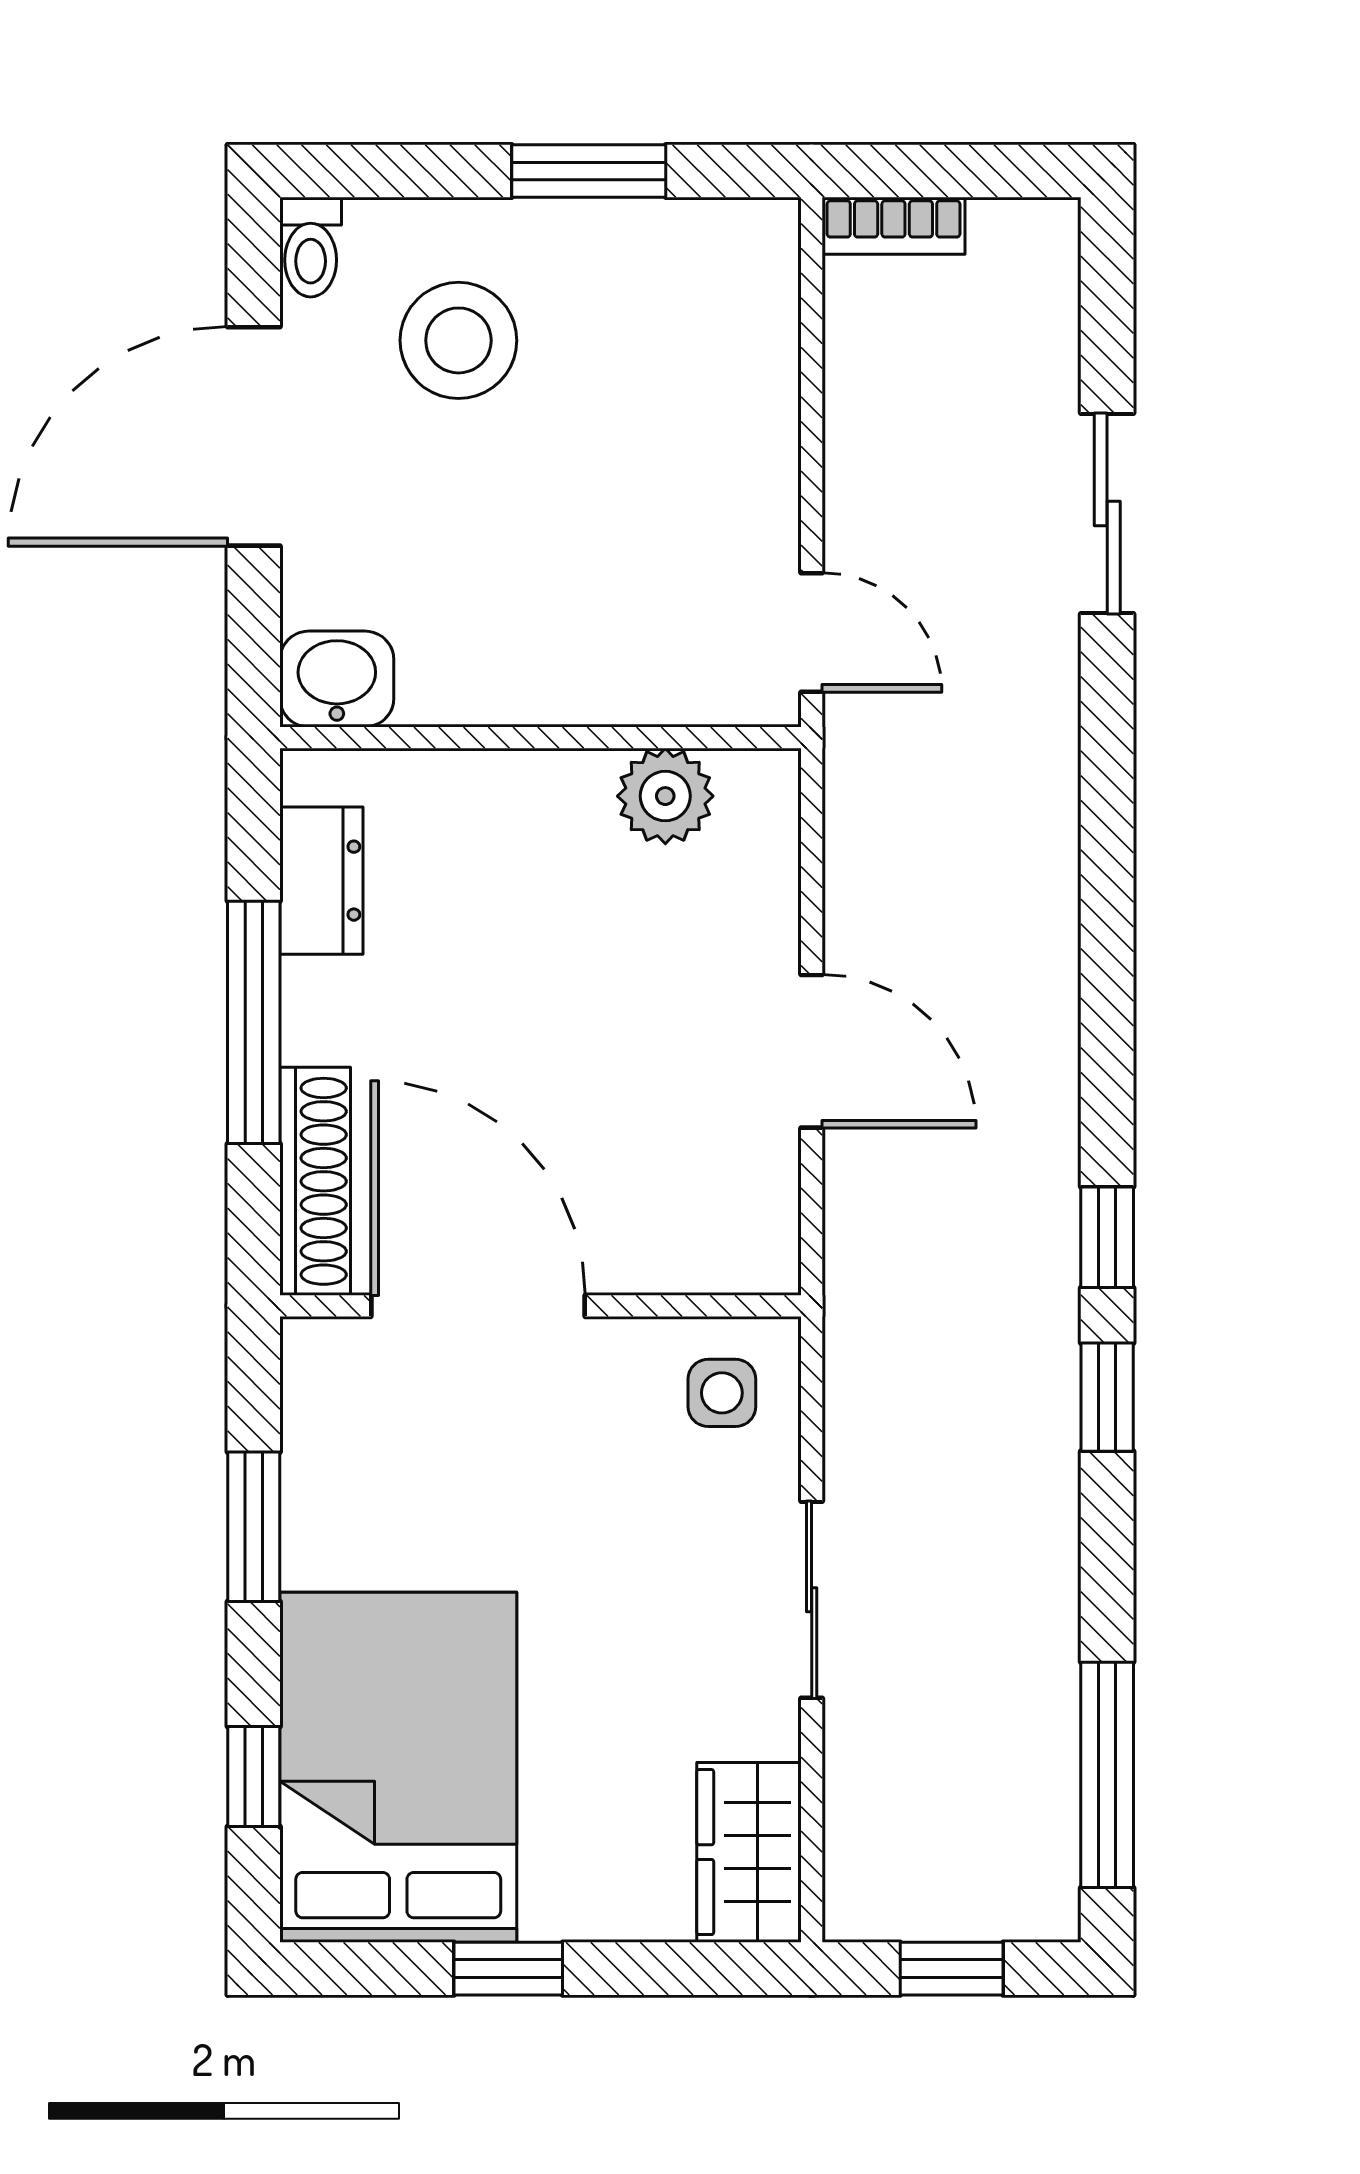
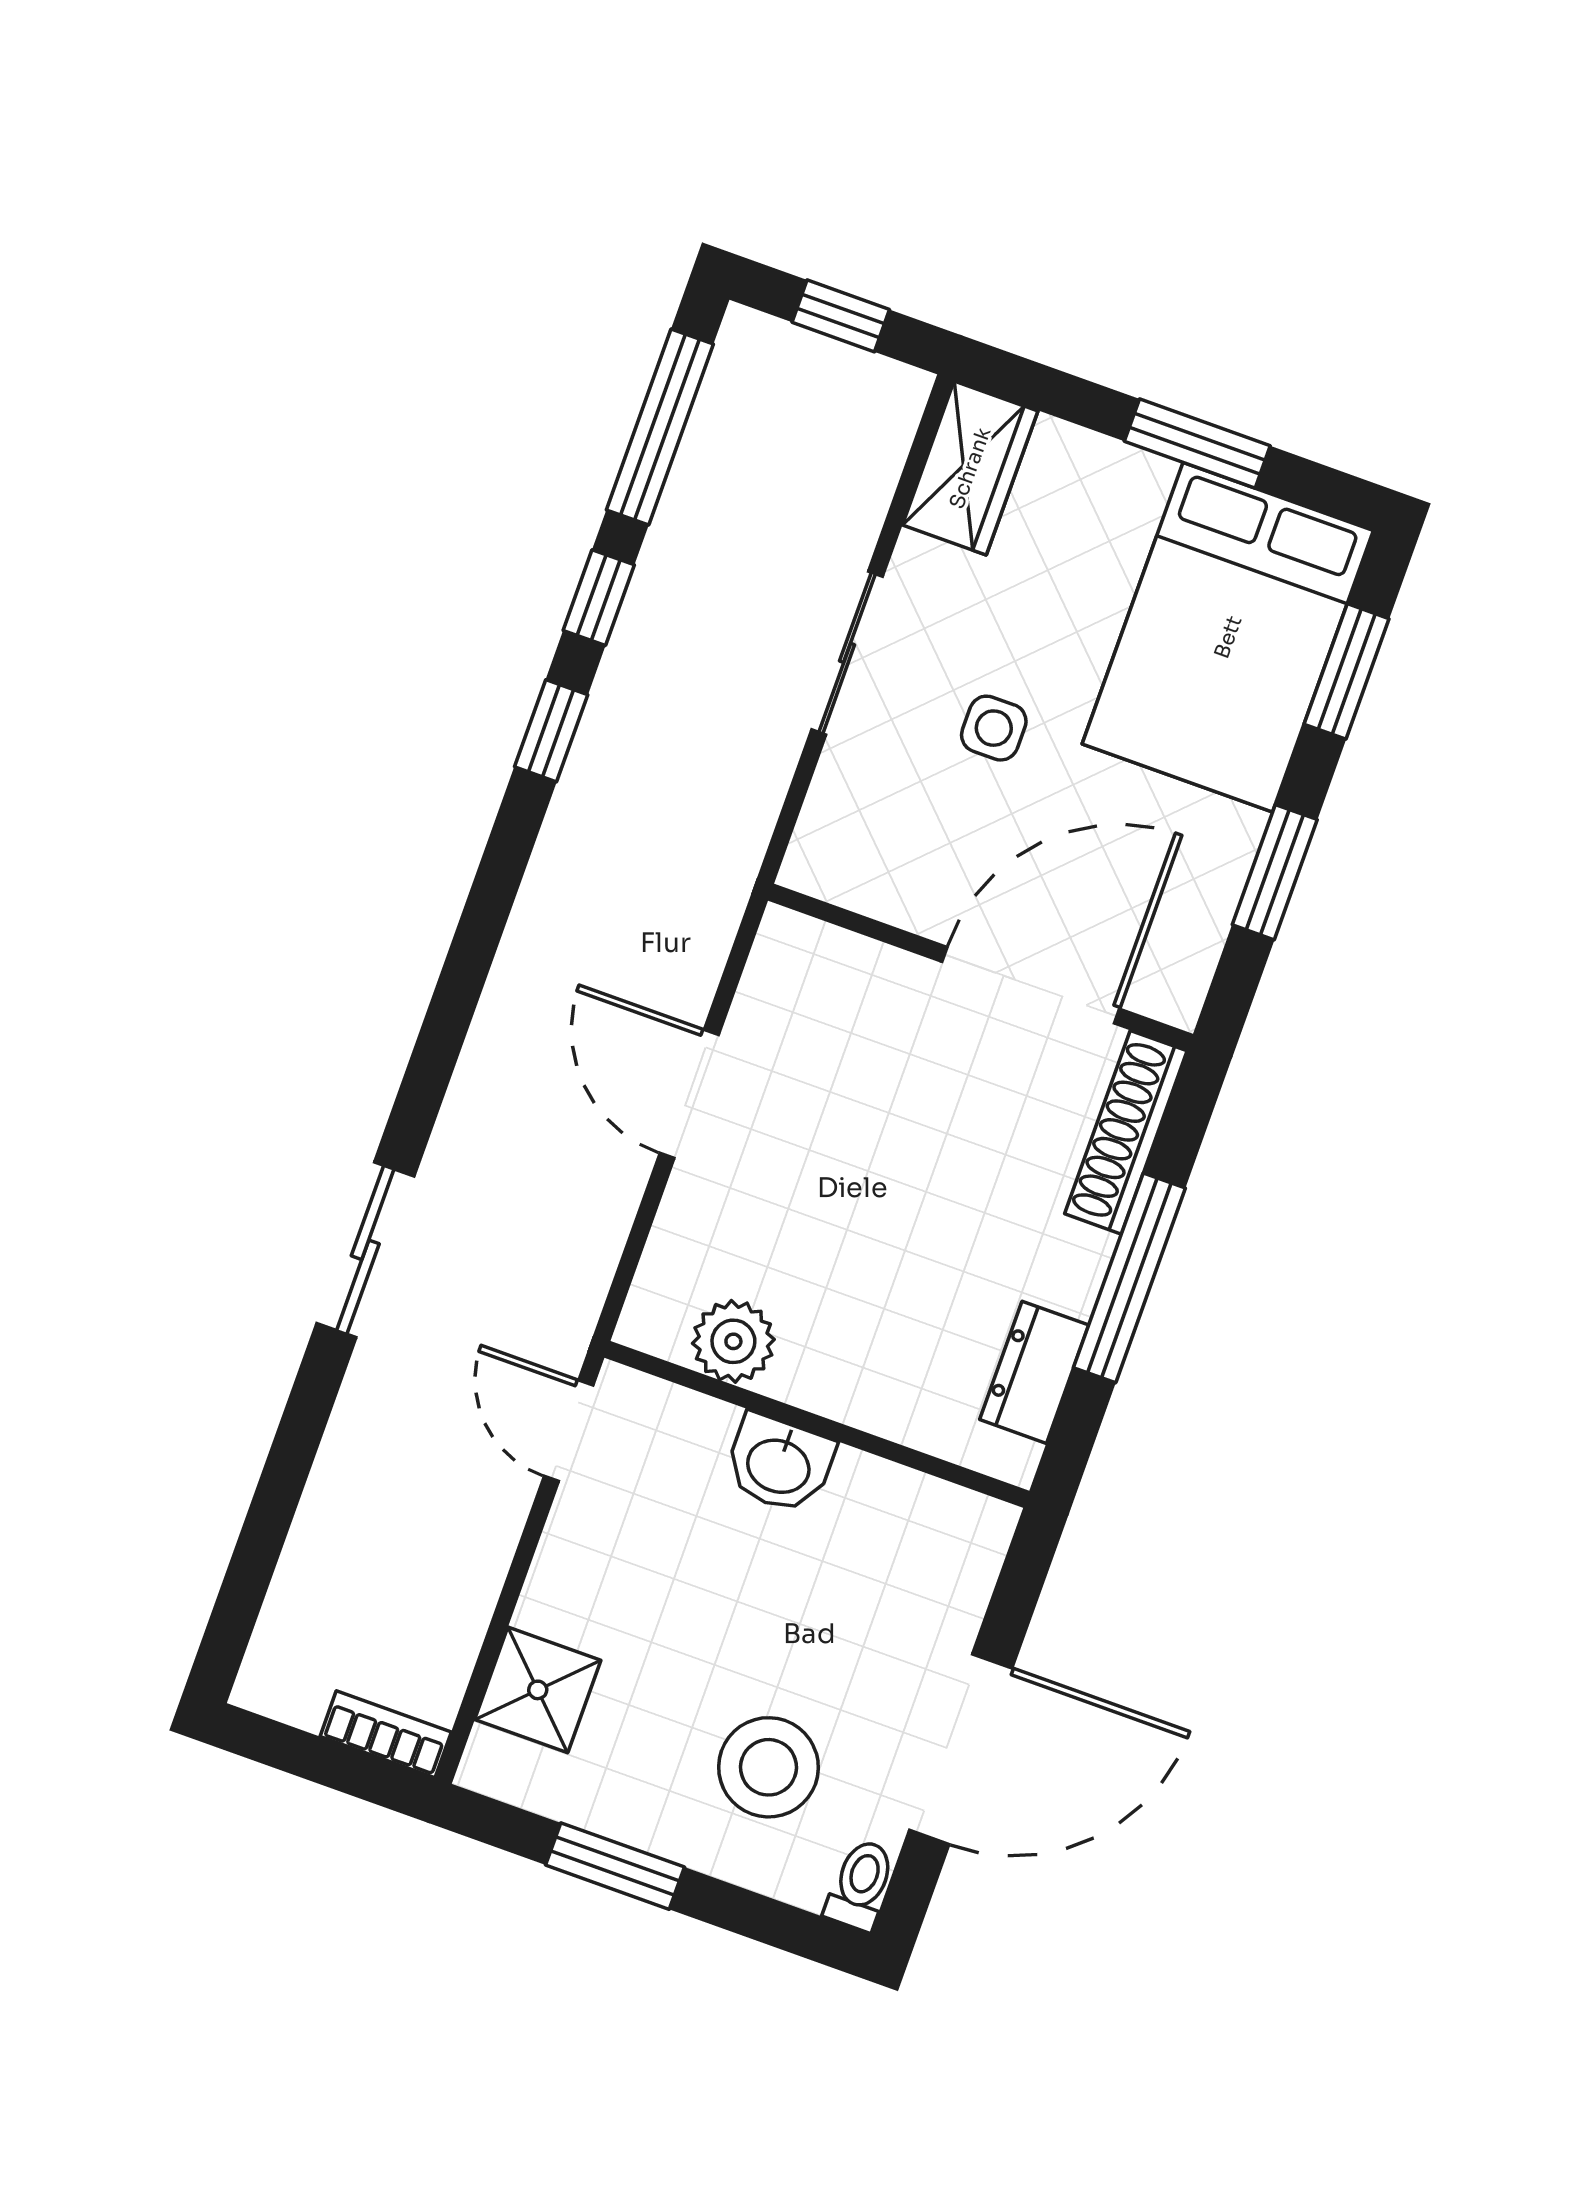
shower: (743, 335) -> (538, 1690), added
sliding door: (1107, 514) -> (365, 1250), moved
washbasin: (337, 679) -> (779, 1464), moved
window: (1107, 1237) -> (599, 598), moved
door: (478, 1306) -> (1031, 985), swing flipped
side table: (722, 1393) -> (994, 728), moved
window: (254, 1776) -> (1347, 671), width x1.50
window: (508, 1969) -> (1197, 444), width x1.50

